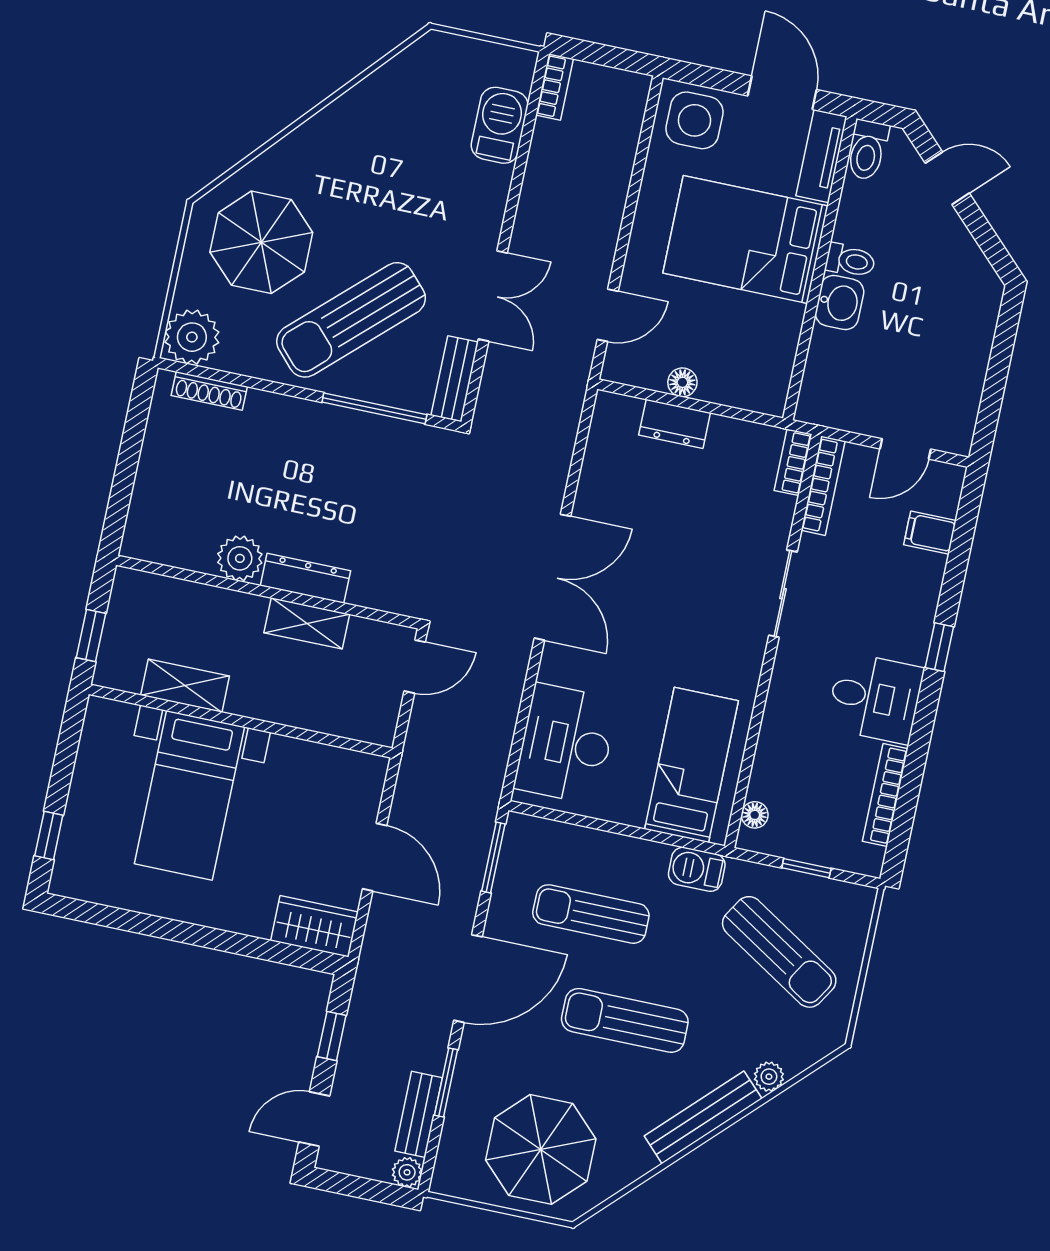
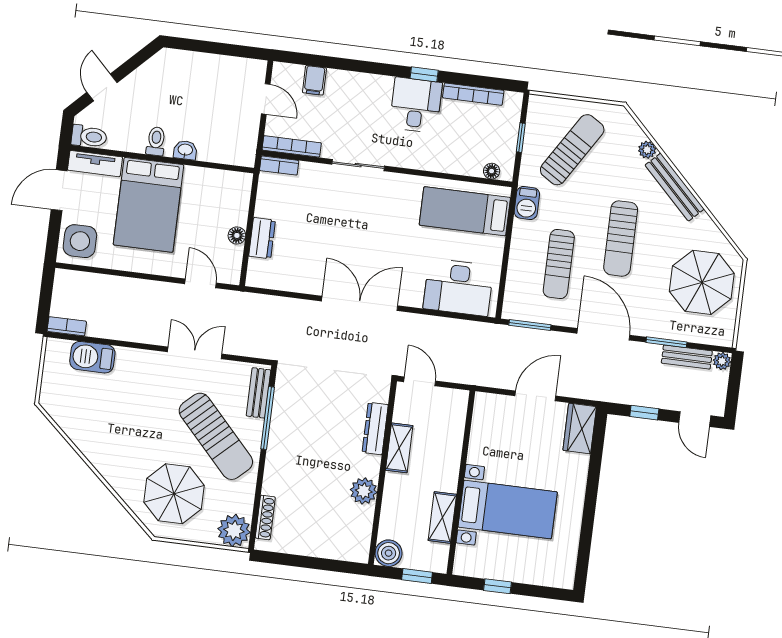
washbasin: (840, 303) -> (185, 150), width x0.72, depth x0.69
bench: (455, 379) -> (258, 393), moved, turned 90
dresser: (305, 578) -> (375, 429), moved
boiler: (133, 591) -> (389, 553), added
window: (939, 647) -> (424, 74), moved
window: (49, 836) -> (498, 586), moved

